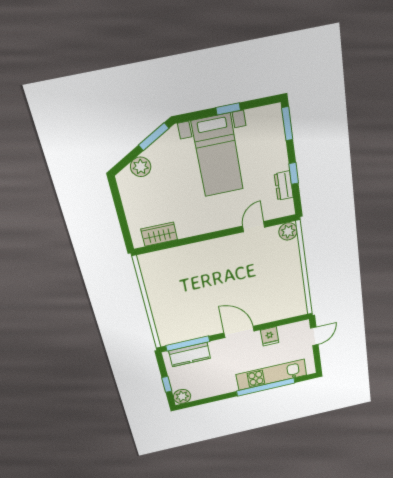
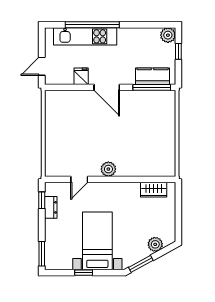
window: (294, 173) -> (42, 200), moved
plant: (288, 231) -> (108, 169), moved

